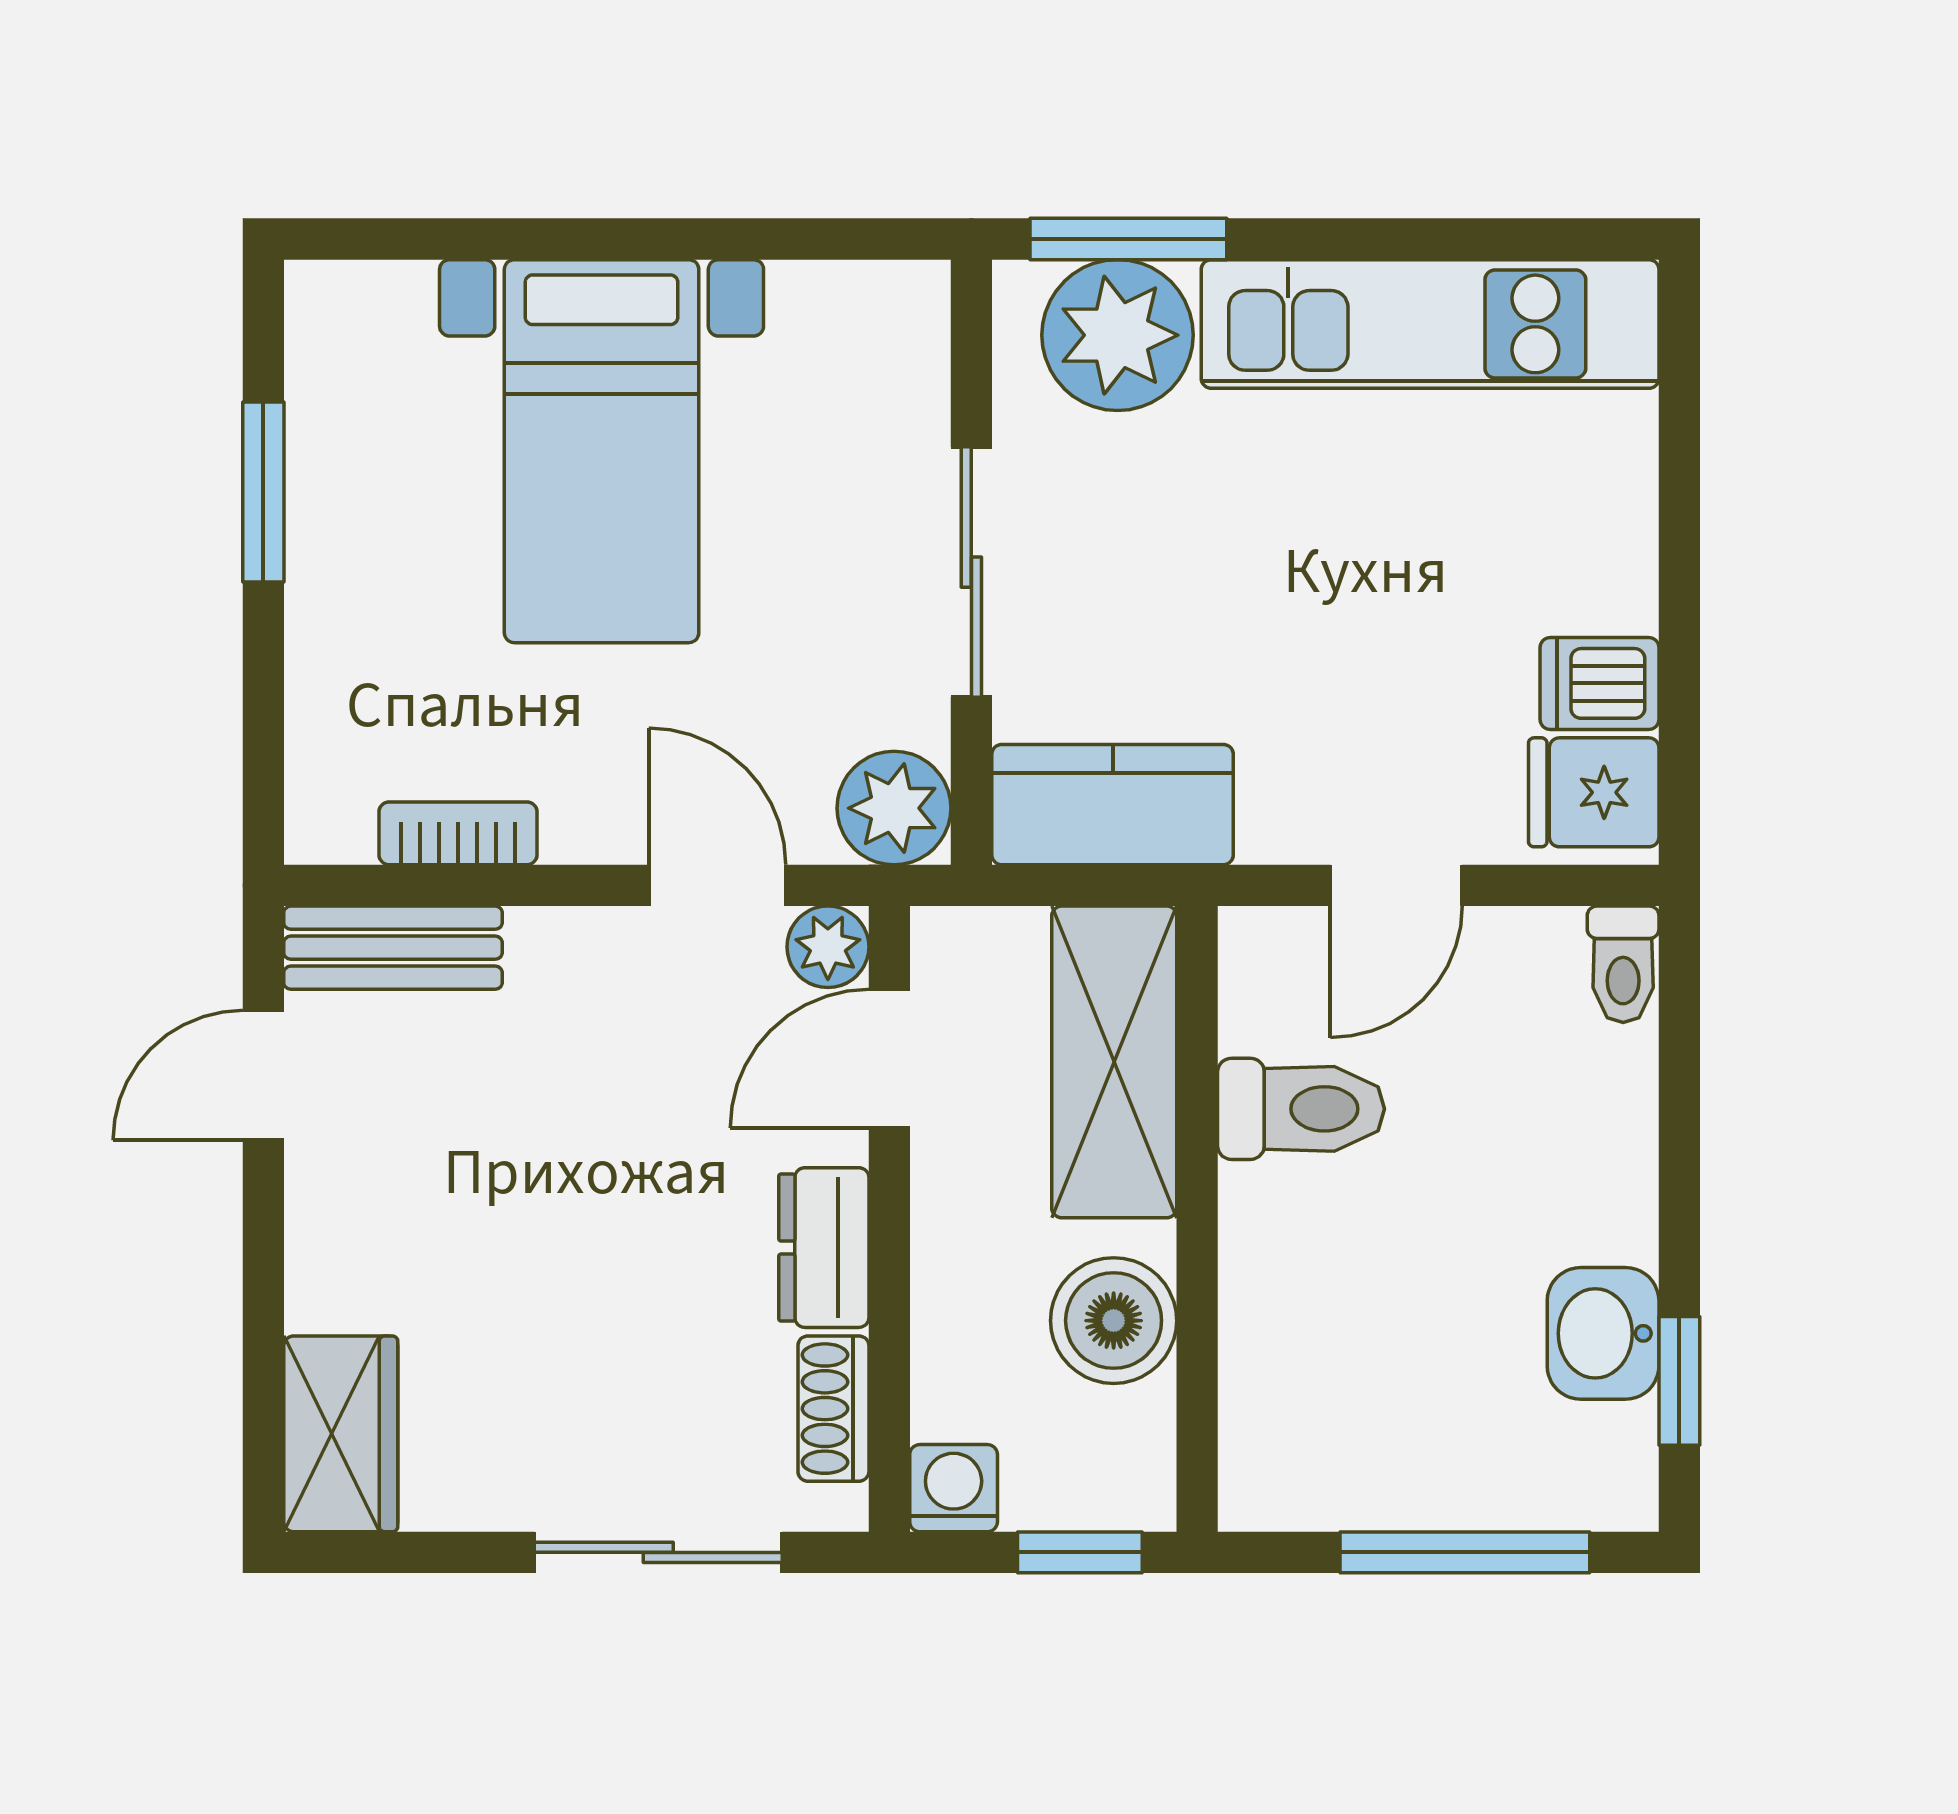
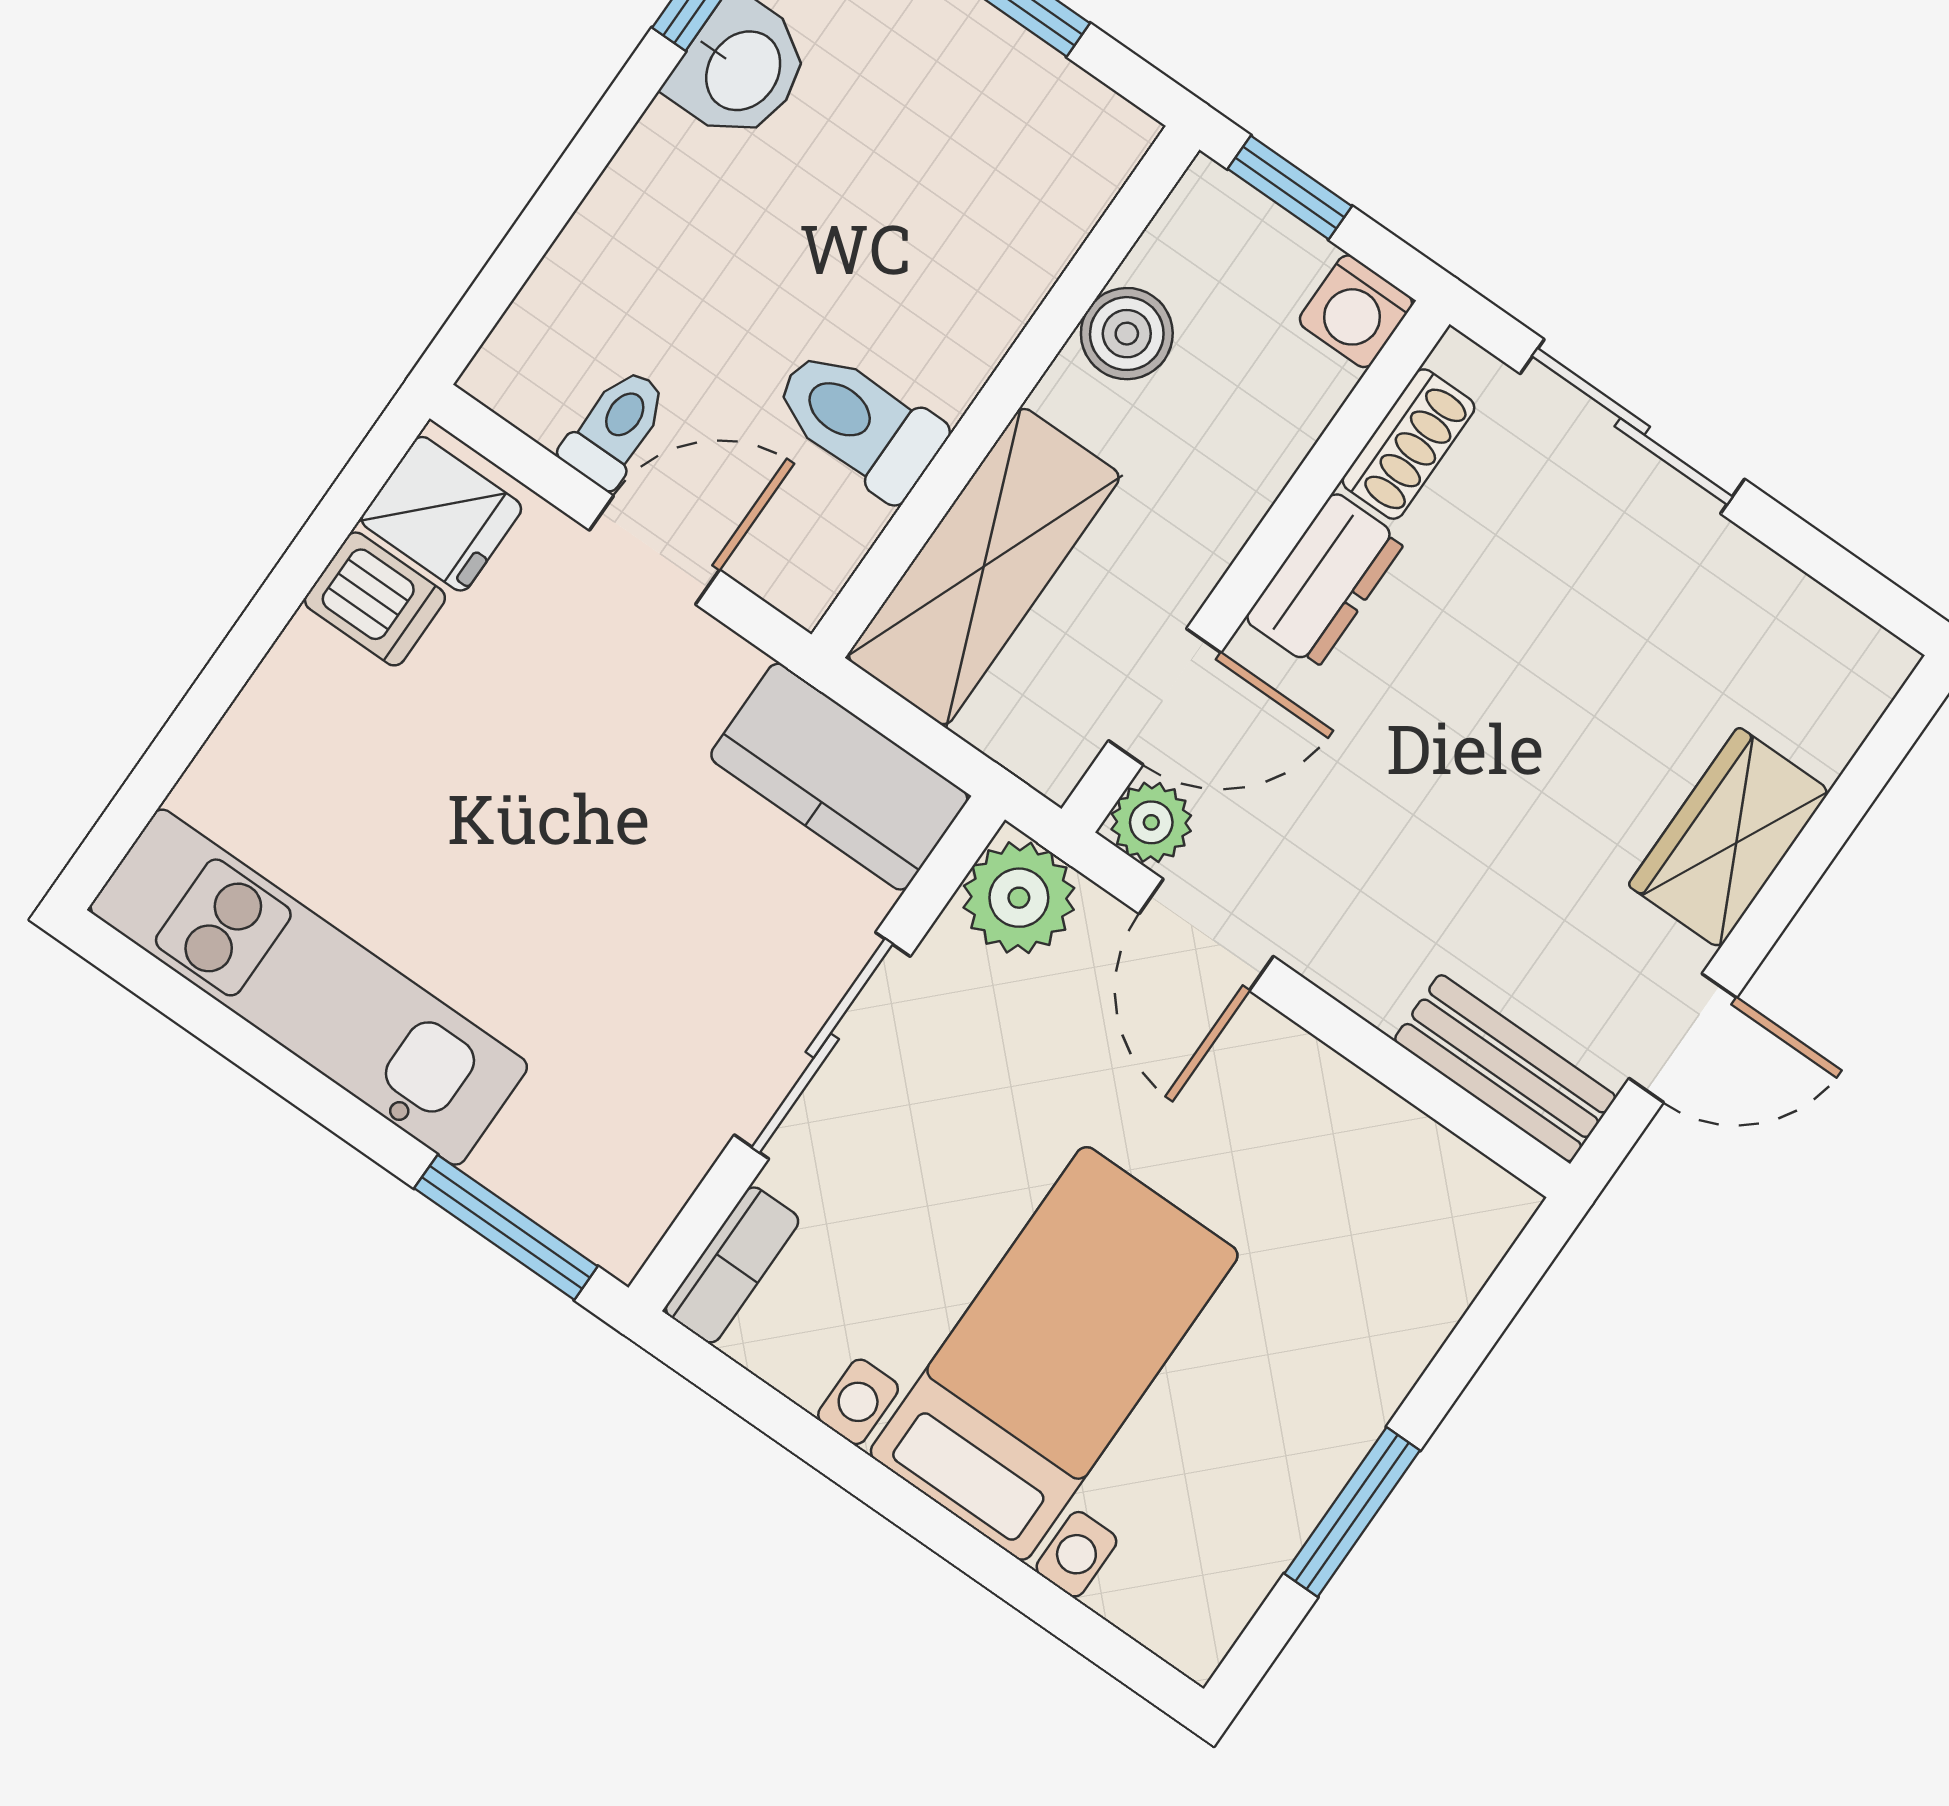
plant: (1118, 335) -> (569, 1155), removed
bookcase: (458, 833) -> (732, 1265), moved, turned -90
toilet: (1623, 964) -> (616, 428), moved
boiler: (1114, 1321) -> (1127, 334), width x0.73, depth x0.73
wardrobe: (341, 1434) -> (1729, 838), moved

